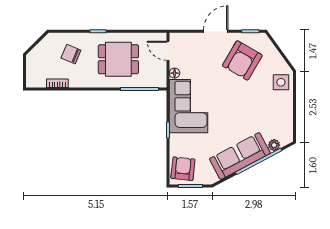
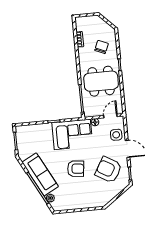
dining table: (118, 59) -> (101, 81), width x1.37
side table: (281, 82) -> (116, 135), moved
armchair: (183, 169) -> (76, 169), moved

